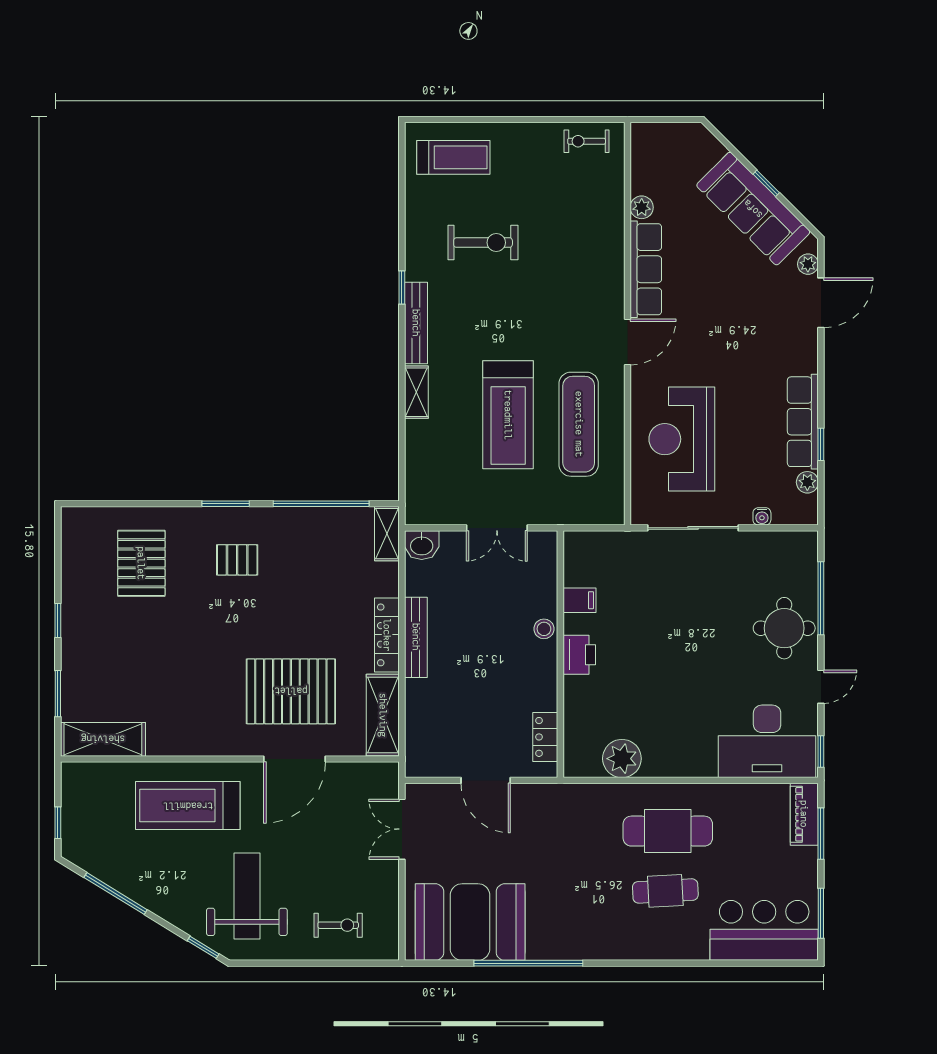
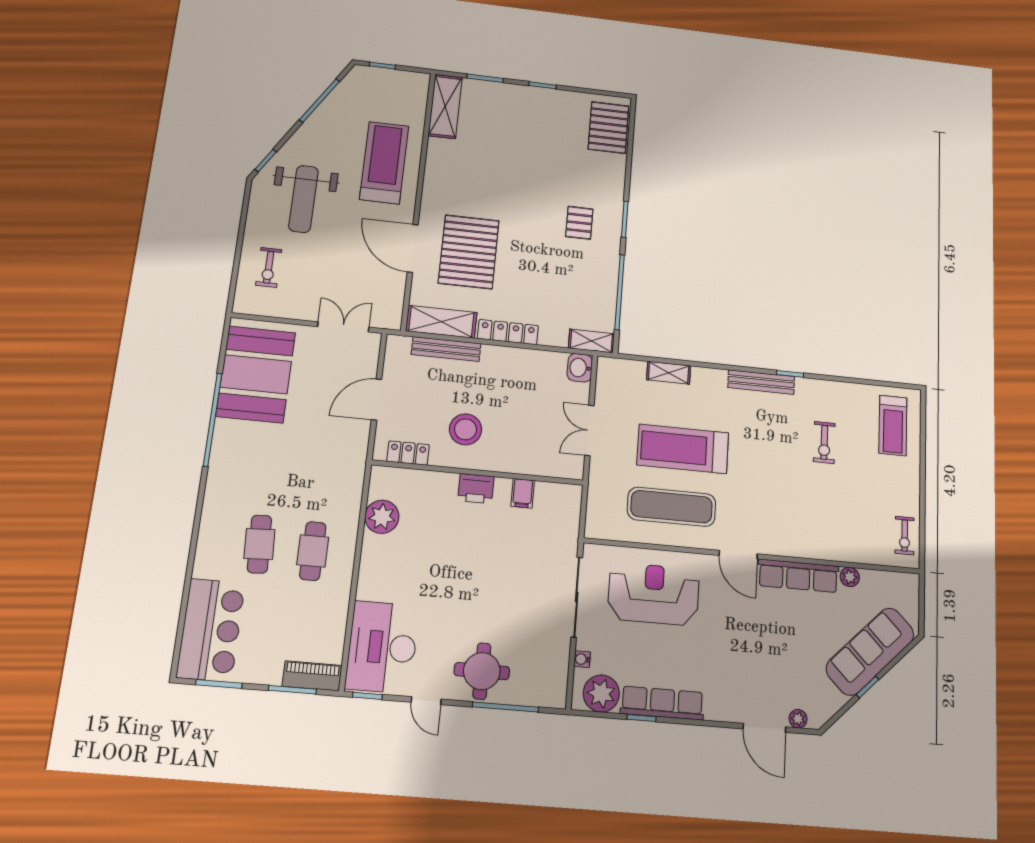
exercise bike: (587, 141) -> (905, 536), turned 180
sofa: (753, 209) -> (870, 651), moved
exercise bike: (483, 243) -> (824, 442), width x0.73, depth x0.72
shelving: (416, 392) -> (669, 373), moved
plant: (807, 482) -> (601, 693), width x1.88, depth x1.88
pallet: (141, 563) -> (608, 128), moved, turned 90
stool: (544, 629) -> (465, 429), moved, width x1.89, depth x1.89
bench: (416, 637) -> (446, 349), moved
cafe table: (668, 831) -> (313, 551), width x0.73, depth x0.74
weight bench: (247, 896) -> (303, 199), turned 90

